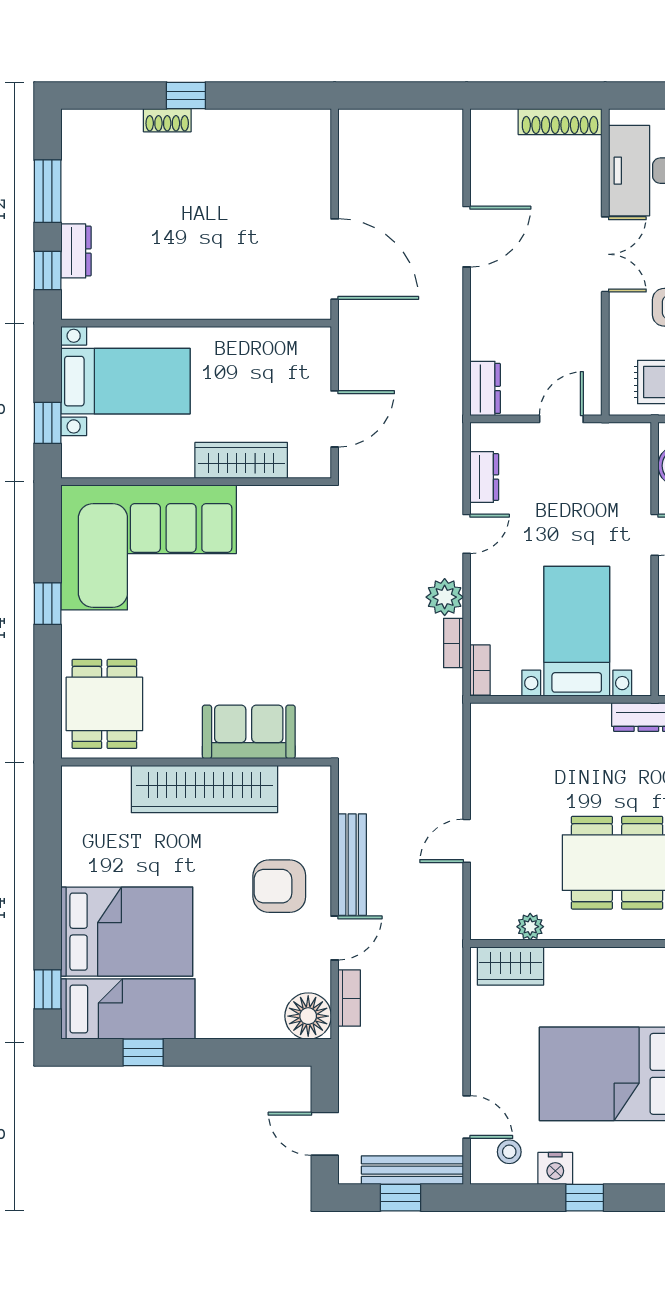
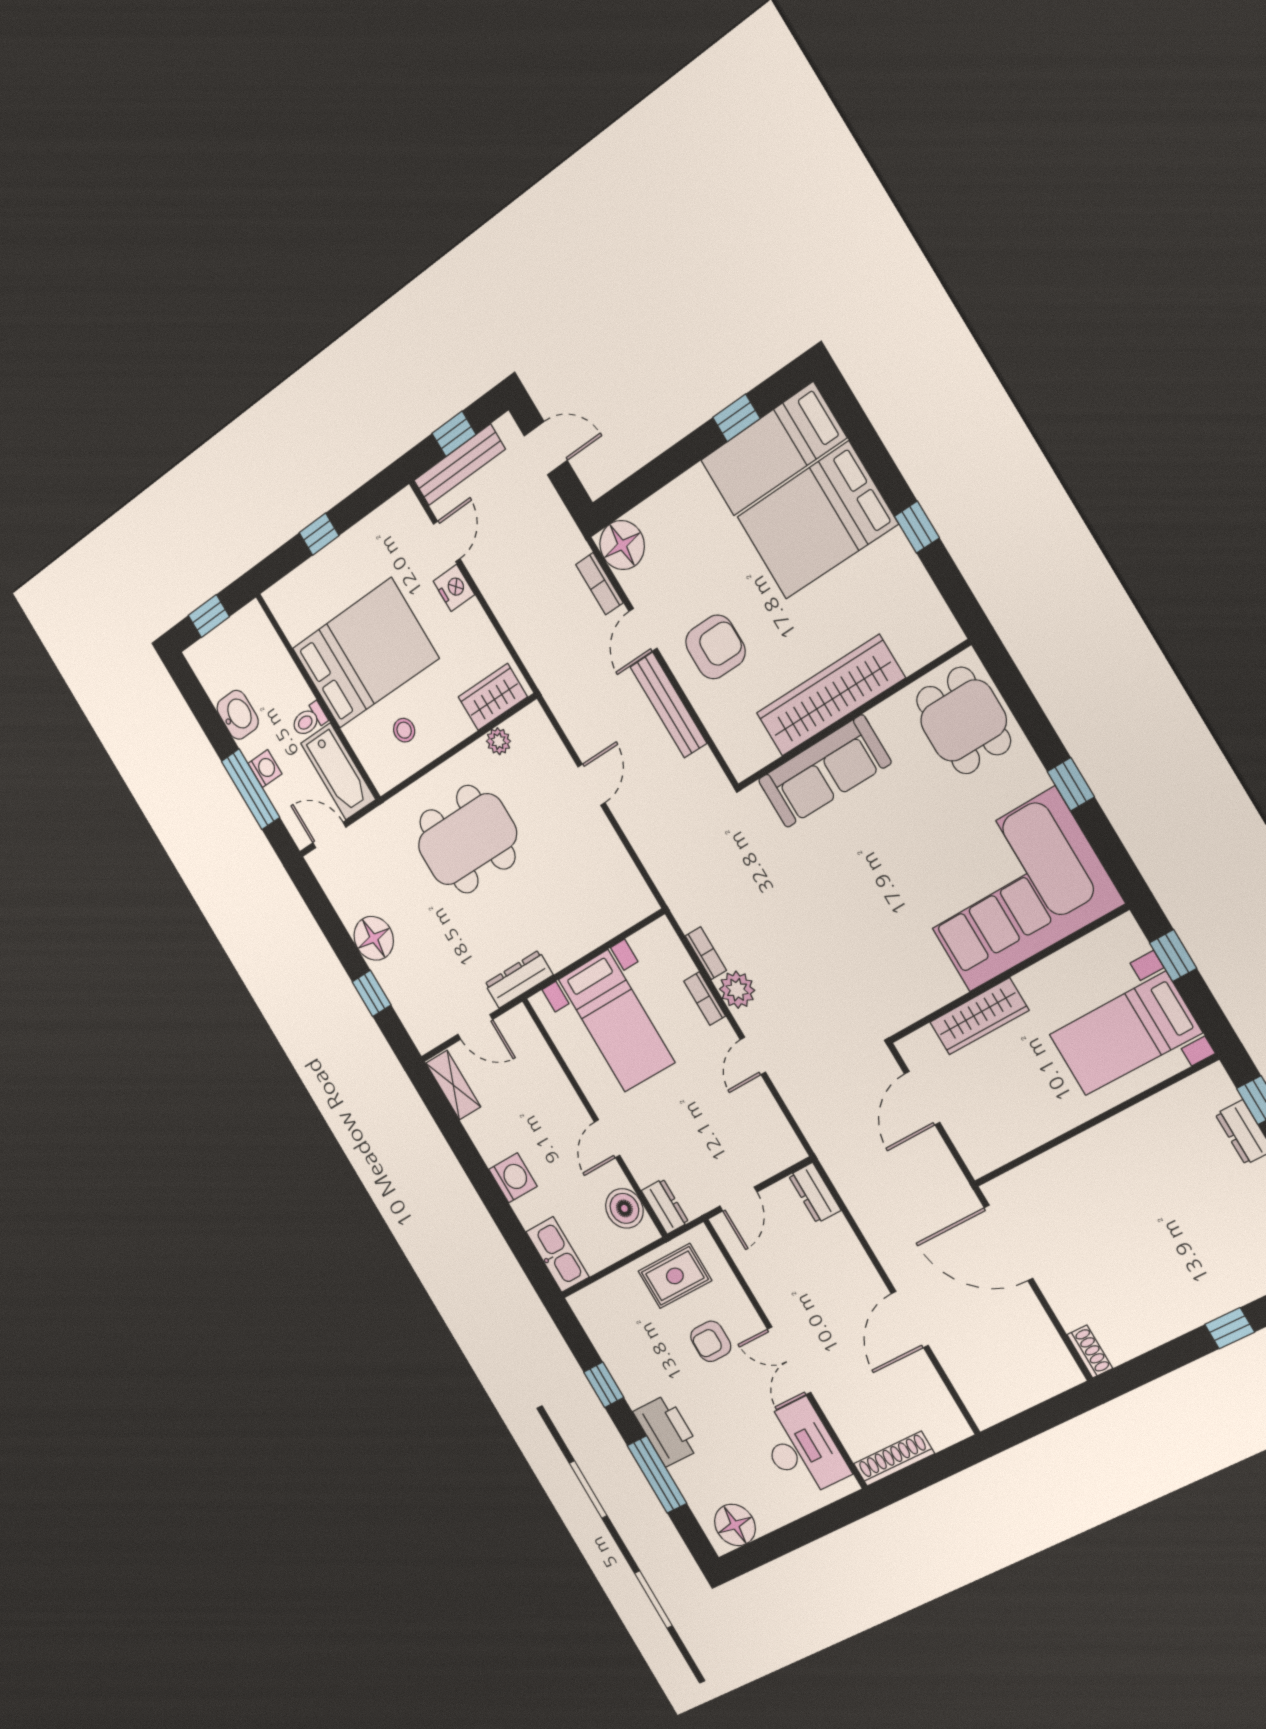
shoe rack: (167, 120) -> (1090, 1352), moved, turned 90
dresser: (484, 477) -> (665, 1206), moved, turned 180
bookcase: (480, 670) -> (705, 999), moved
sofa: (249, 732) -> (824, 771), width x1.36
window: (48, 989) -> (917, 527), moved
door: (467, 1117) -> (447, 541), swing flipped
stool: (509, 1152) -> (404, 730), moved
nightstand: (555, 1168) -> (454, 588), moved, turned 90

